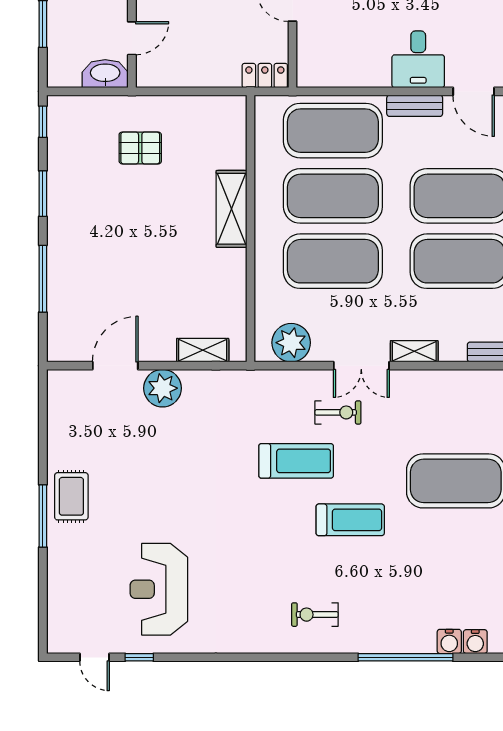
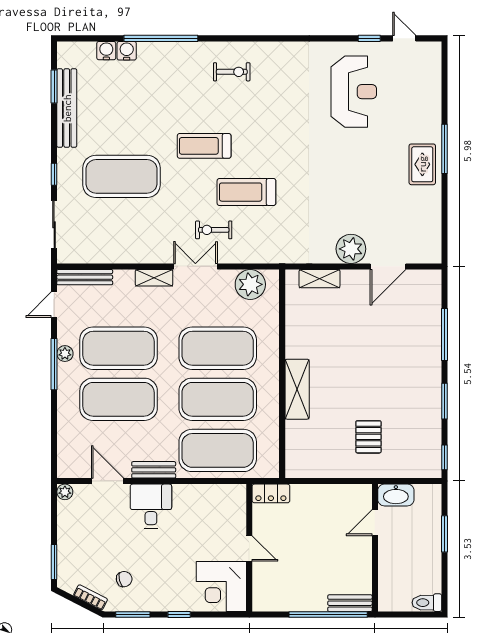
pallet: (140, 148) -> (368, 437), turned 90

